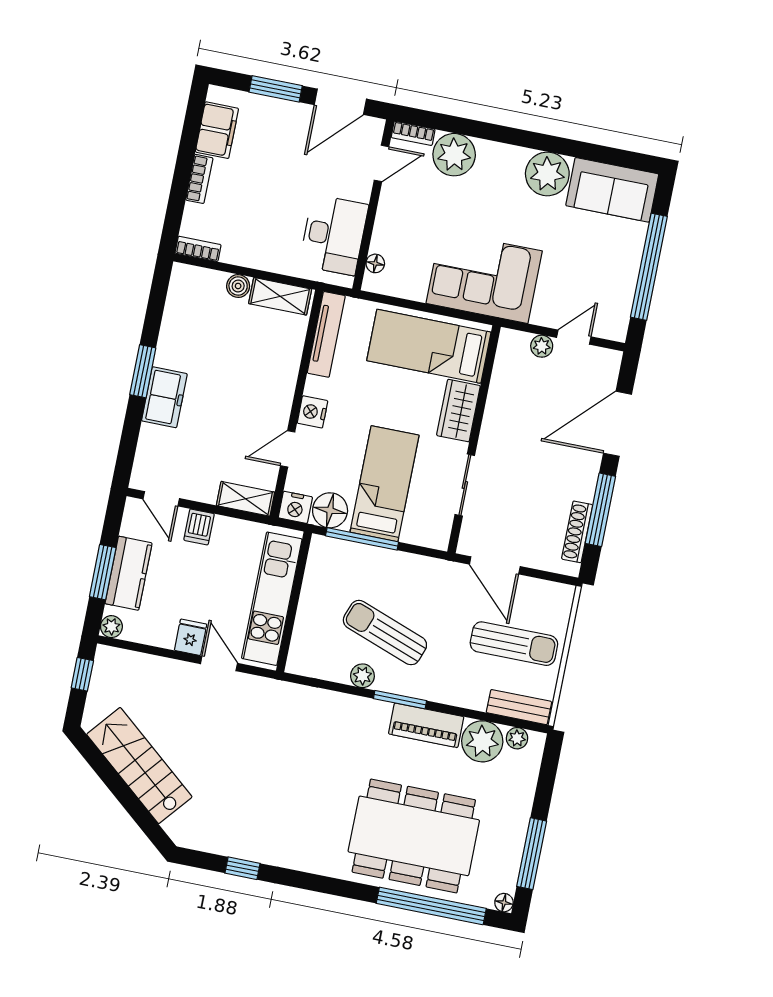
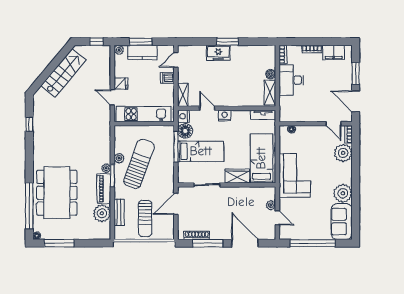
desk: (334, 235) -> (291, 80), moved, turned 90
tv unit: (326, 334) -> (263, 115), width x0.71
sun lounger: (385, 633) -> (139, 164), width x1.36, depth x1.34
door: (219, 663) -> (112, 98), swing flipped
bench: (519, 707) -> (119, 212), moved
plant: (517, 738) -> (106, 168), moved

